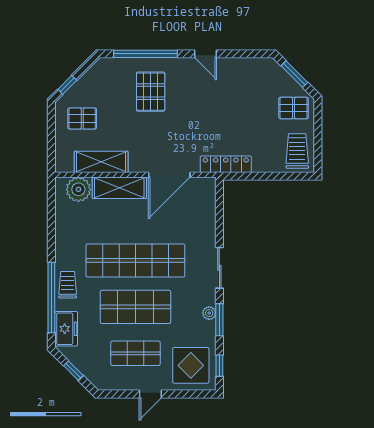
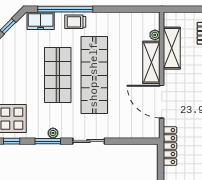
plant: (78, 189) -> (155, 35), width x0.53, depth x0.53
trolley: (68, 285) -> (75, 22), turned 180
shop shelf: (135, 353) -> (21, 75), removed

